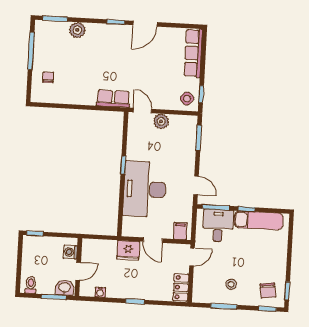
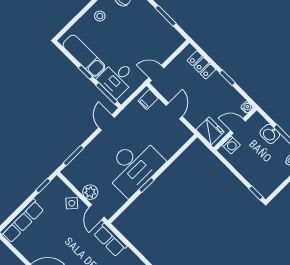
side table: (187, 98) -> (72, 203), moved
desk: (145, 189) -> (134, 166), moved
fridge: (128, 250) -> (210, 131), moved
washing machine: (70, 252) -> (231, 145), moved
wall: (78, 267) -> (235, 129), moved
door: (78, 271) -> (238, 126), moved
stool: (231, 284) -> (100, 16), moved
locker: (181, 287) -> (201, 65), moved, turned 90

